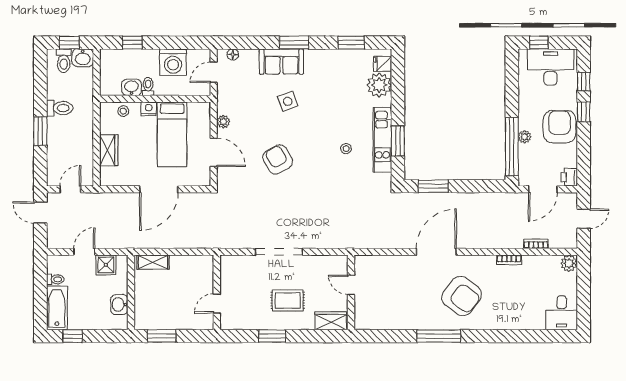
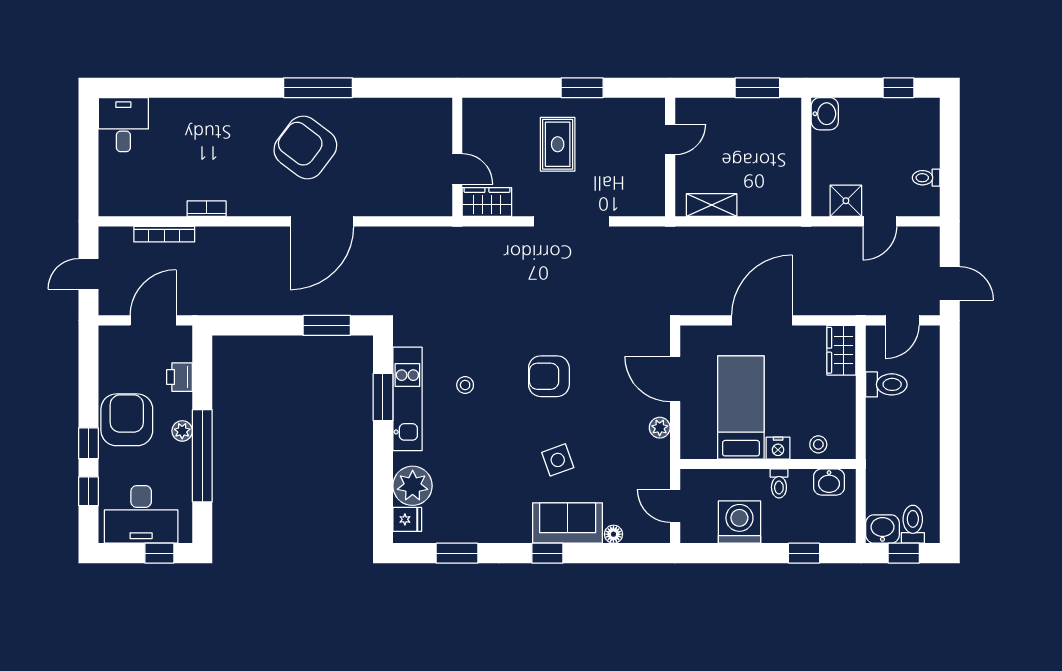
window: (294, 43) -> (547, 553), width x0.67
floor lamp: (233, 54) -> (613, 534), moved
door: (214, 72) -> (675, 506), swing flipped
washbasin: (132, 87) -> (829, 482), moved
toilet: (60, 108) -> (886, 384), moved, turned 180
armchair: (559, 127) -> (127, 420), turned 180
window: (40, 131) -> (950, 413), removed
plant: (525, 137) -> (182, 431), moved
window: (512, 147) -> (202, 456), moved
wardrobe: (109, 150) -> (841, 350), moved
armchair: (278, 159) -> (549, 376), moved, turned 119
printer: (569, 177) -> (180, 377), moved, turned 180
bookcase: (536, 244) -> (164, 234), width x1.56
shelving: (153, 262) -> (712, 205), moved
plant: (569, 263) -> (112, 203), removed
armchair: (462, 296) -> (305, 148), moved
rug: (288, 300) -> (558, 144), turned 90
washbasin: (119, 305) -> (825, 114), moved
bathtub: (57, 308) -> (924, 132), removed
wardrobe: (331, 321) -> (487, 202), moved, turned 180

